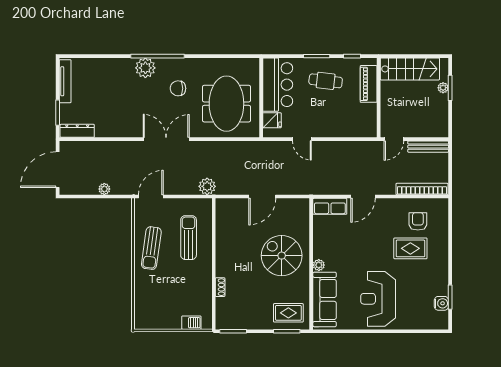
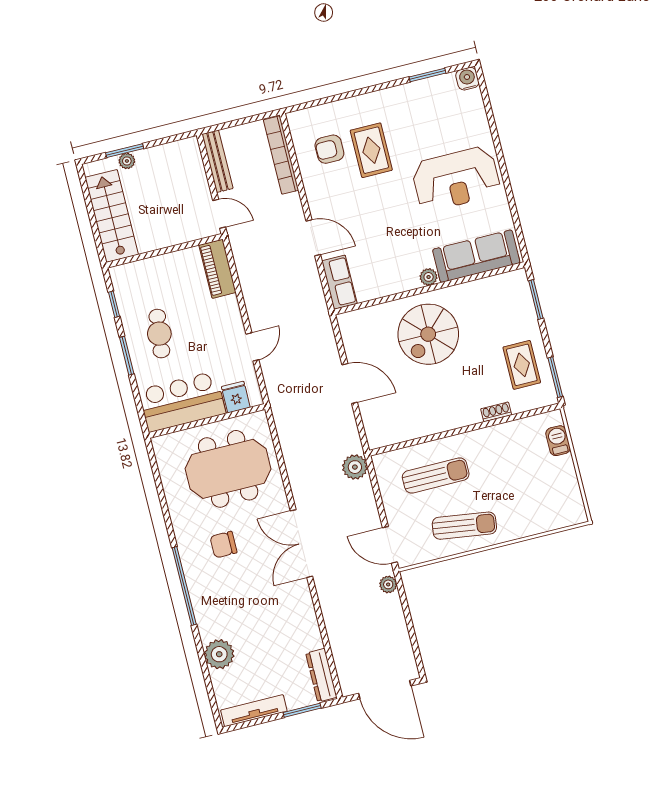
plant: (145, 68) -> (219, 654), moved
piano: (369, 84) -> (218, 269), moved, turned 90
chair: (178, 88) -> (223, 545), turned 90
plant: (104, 189) -> (388, 584), moved
sun lounger: (189, 238) -> (436, 476), turned 180
water cooler: (441, 303) -> (467, 79), moved
rug: (288, 313) -> (522, 365), moved

